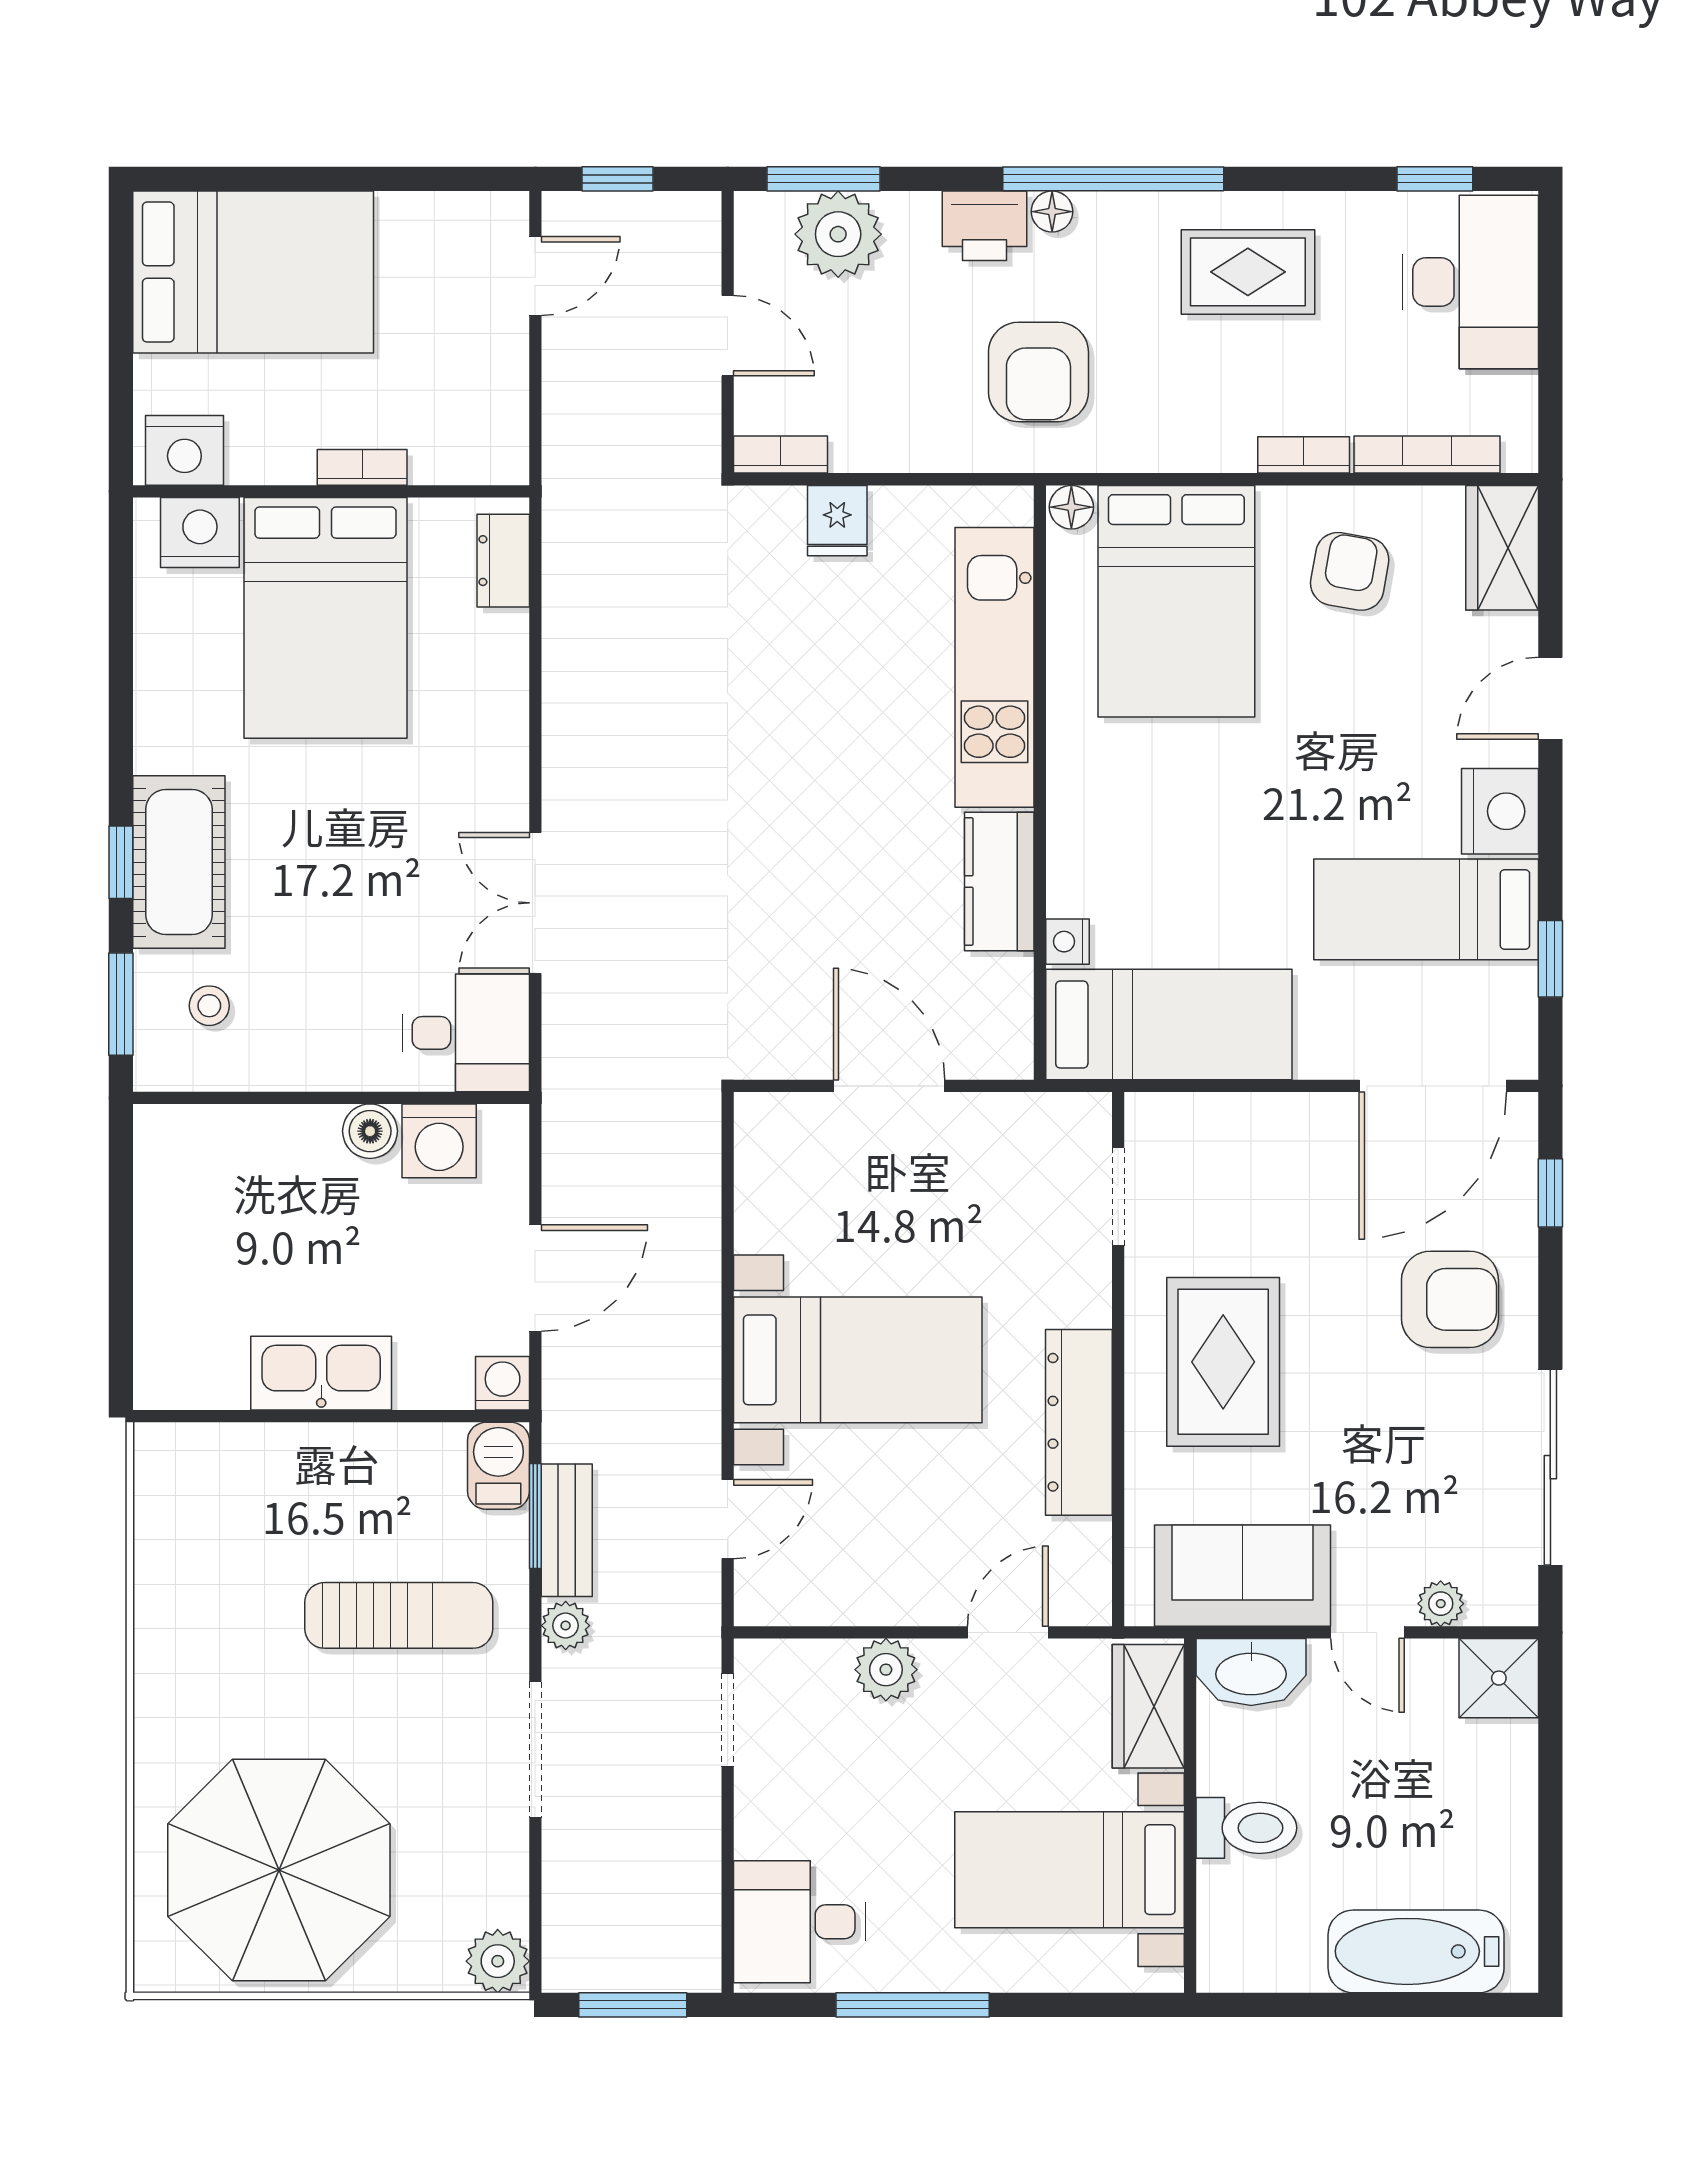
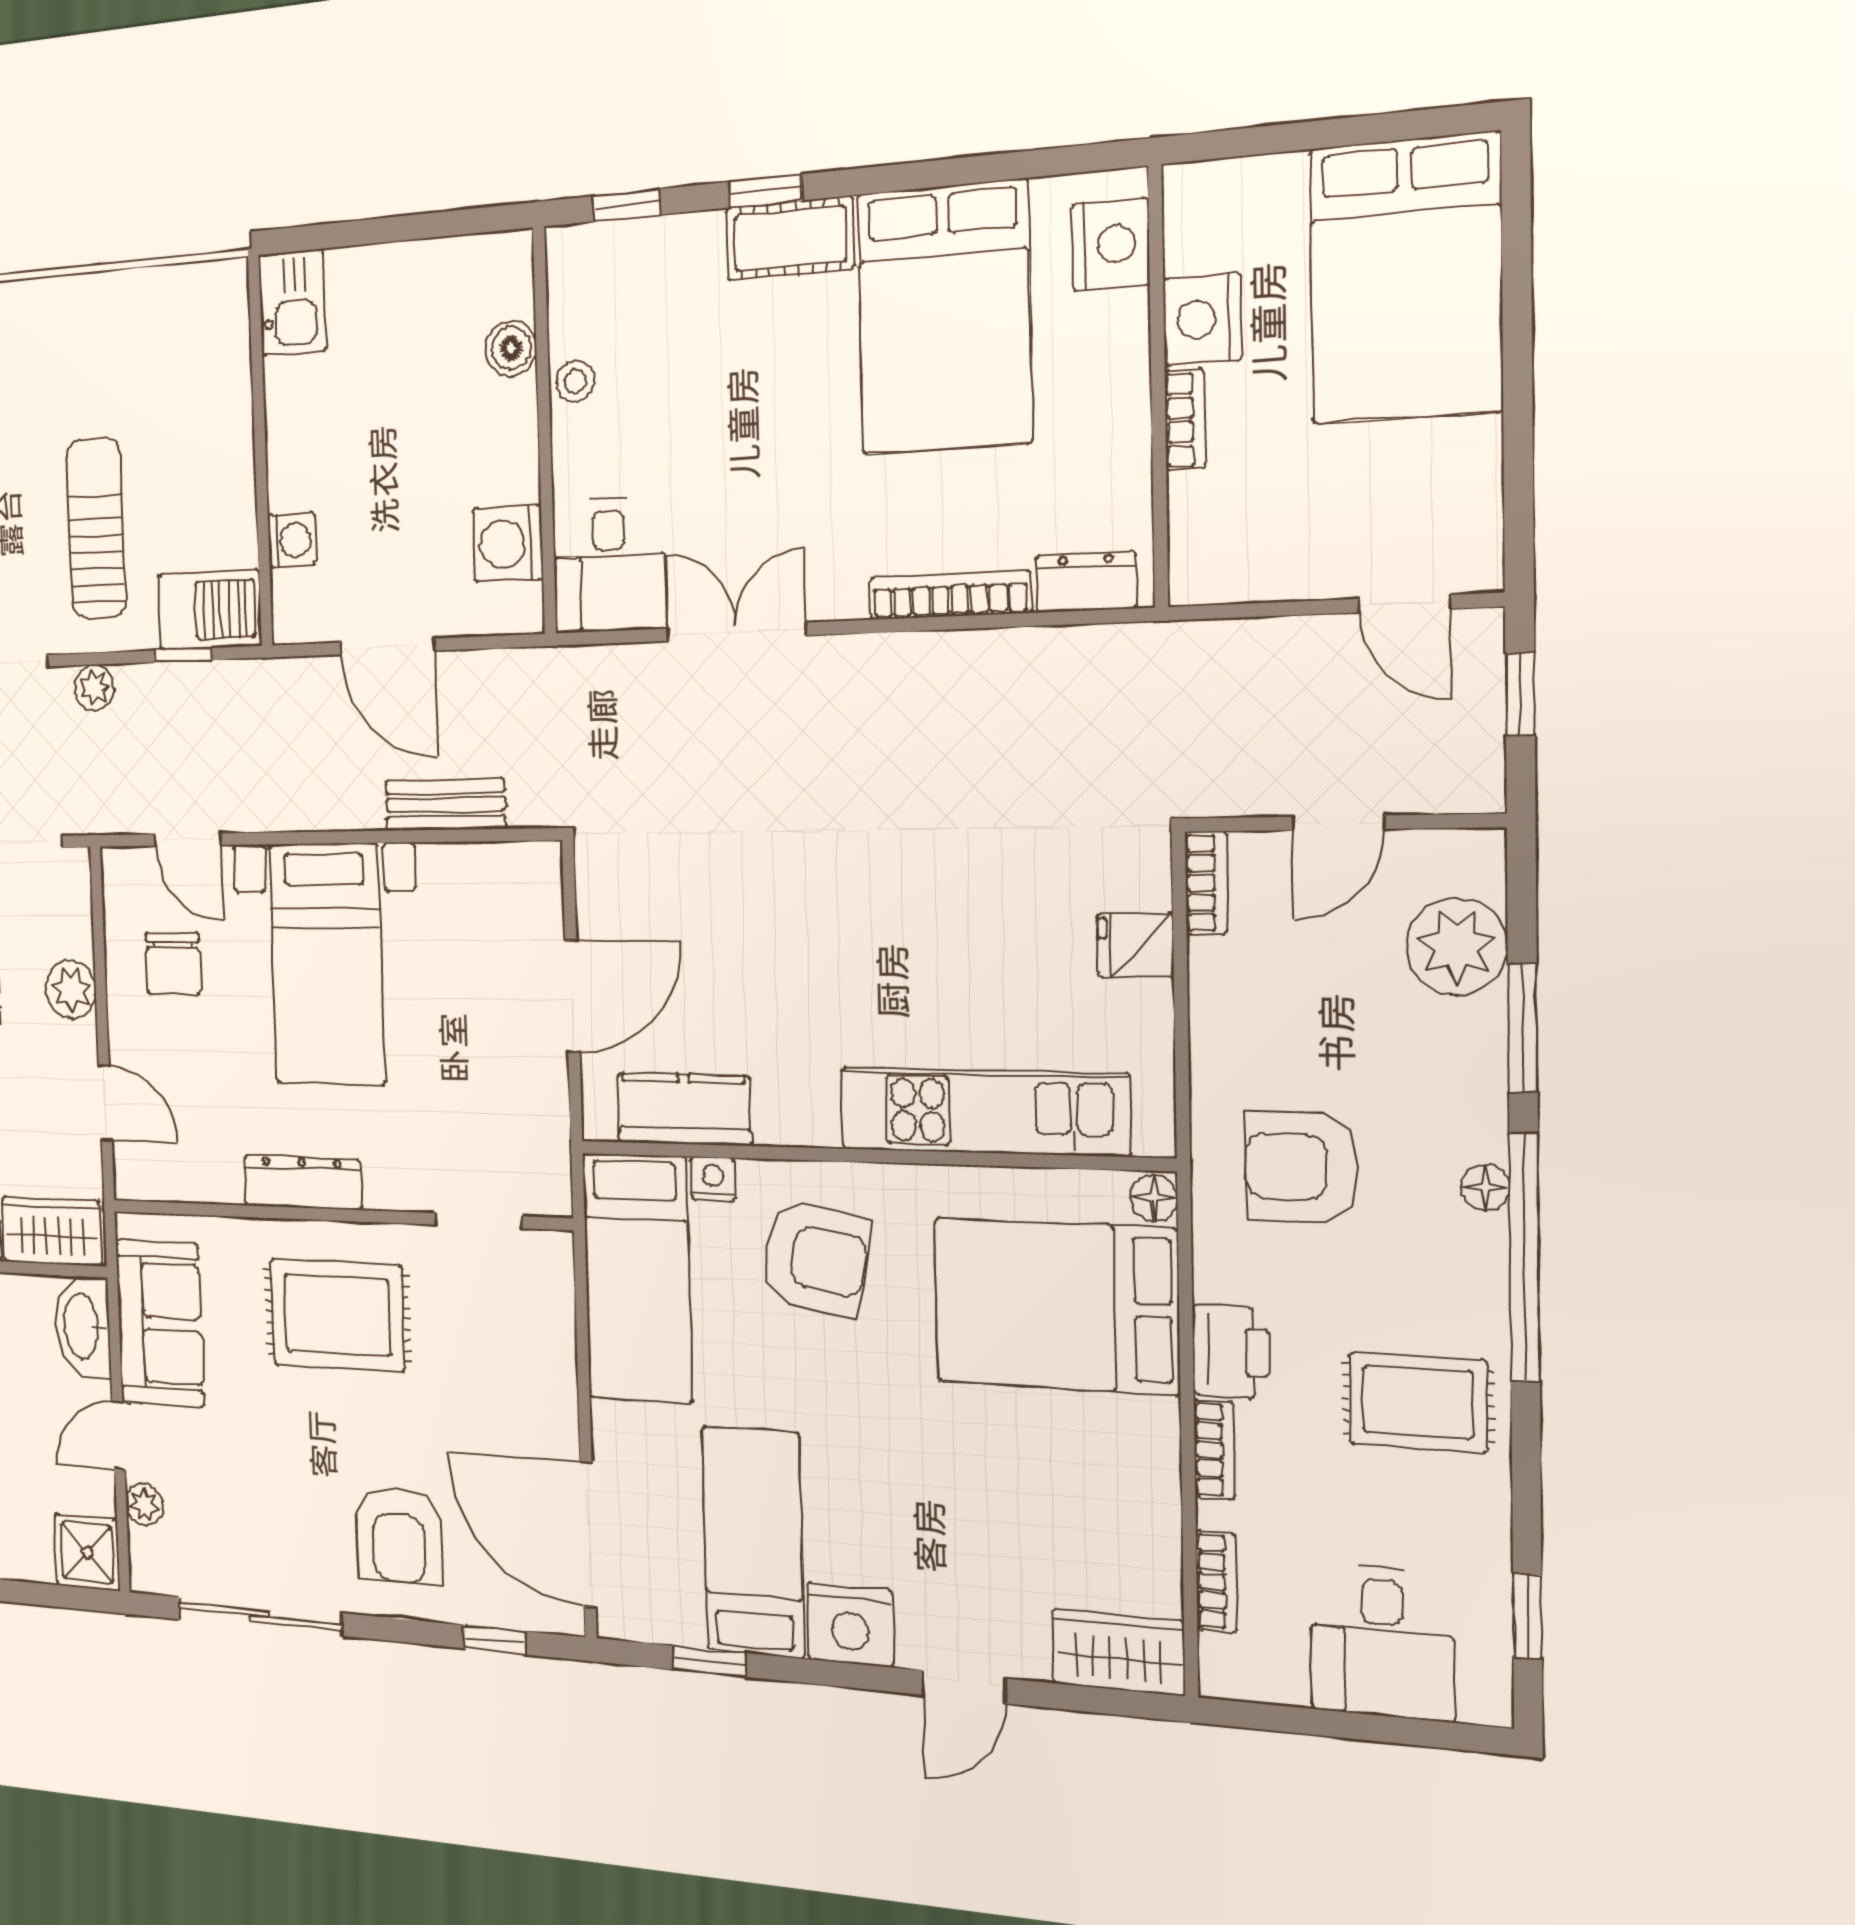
window: (824, 179) -> (1523, 1028), moved
printer: (985, 226) -> (1231, 1351), moved, turned 180
rug: (1248, 272) -> (1418, 1402), turned 90
desk: (1470, 282) -> (1382, 1642), width x0.73
nightstand: (184, 450) -> (1202, 319), moved
bookcase: (1427, 455) -> (1217, 1582), width x0.64
armchair: (1350, 571) -> (815, 1258), moved, width x1.38, depth x1.38
bed: (325, 618) -> (944, 318), moved, turned -90
bookcase: (510, 690) -> (950, 595), added
door: (1550, 698) -> (964, 1687), swing flipped
cot: (179, 862) -> (790, 238), width x0.73, depth x0.75
kitchen counter: (999, 881) -> (684, 1109), moved
window: (121, 1004) -> (627, 205), width x0.67
stool: (209, 1006) -> (575, 381), moved
boiler: (370, 1131) -> (511, 348), moved
kitchen sink: (321, 1373) -> (292, 303), moved, width x0.73
washing machine: (503, 1383) -> (292, 540), moved
dresser: (1079, 1422) -> (302, 1182), width x0.73, depth x0.80
barbecue: (498, 1466) -> (210, 610), width x1.38, depth x1.27
window: (535, 1516) -> (183, 655), width x0.67
bench: (567, 1530) -> (445, 805), moved
chair: (858, 1542) -> (173, 963), added
sun lounger: (399, 1615) -> (96, 528), turned 180

